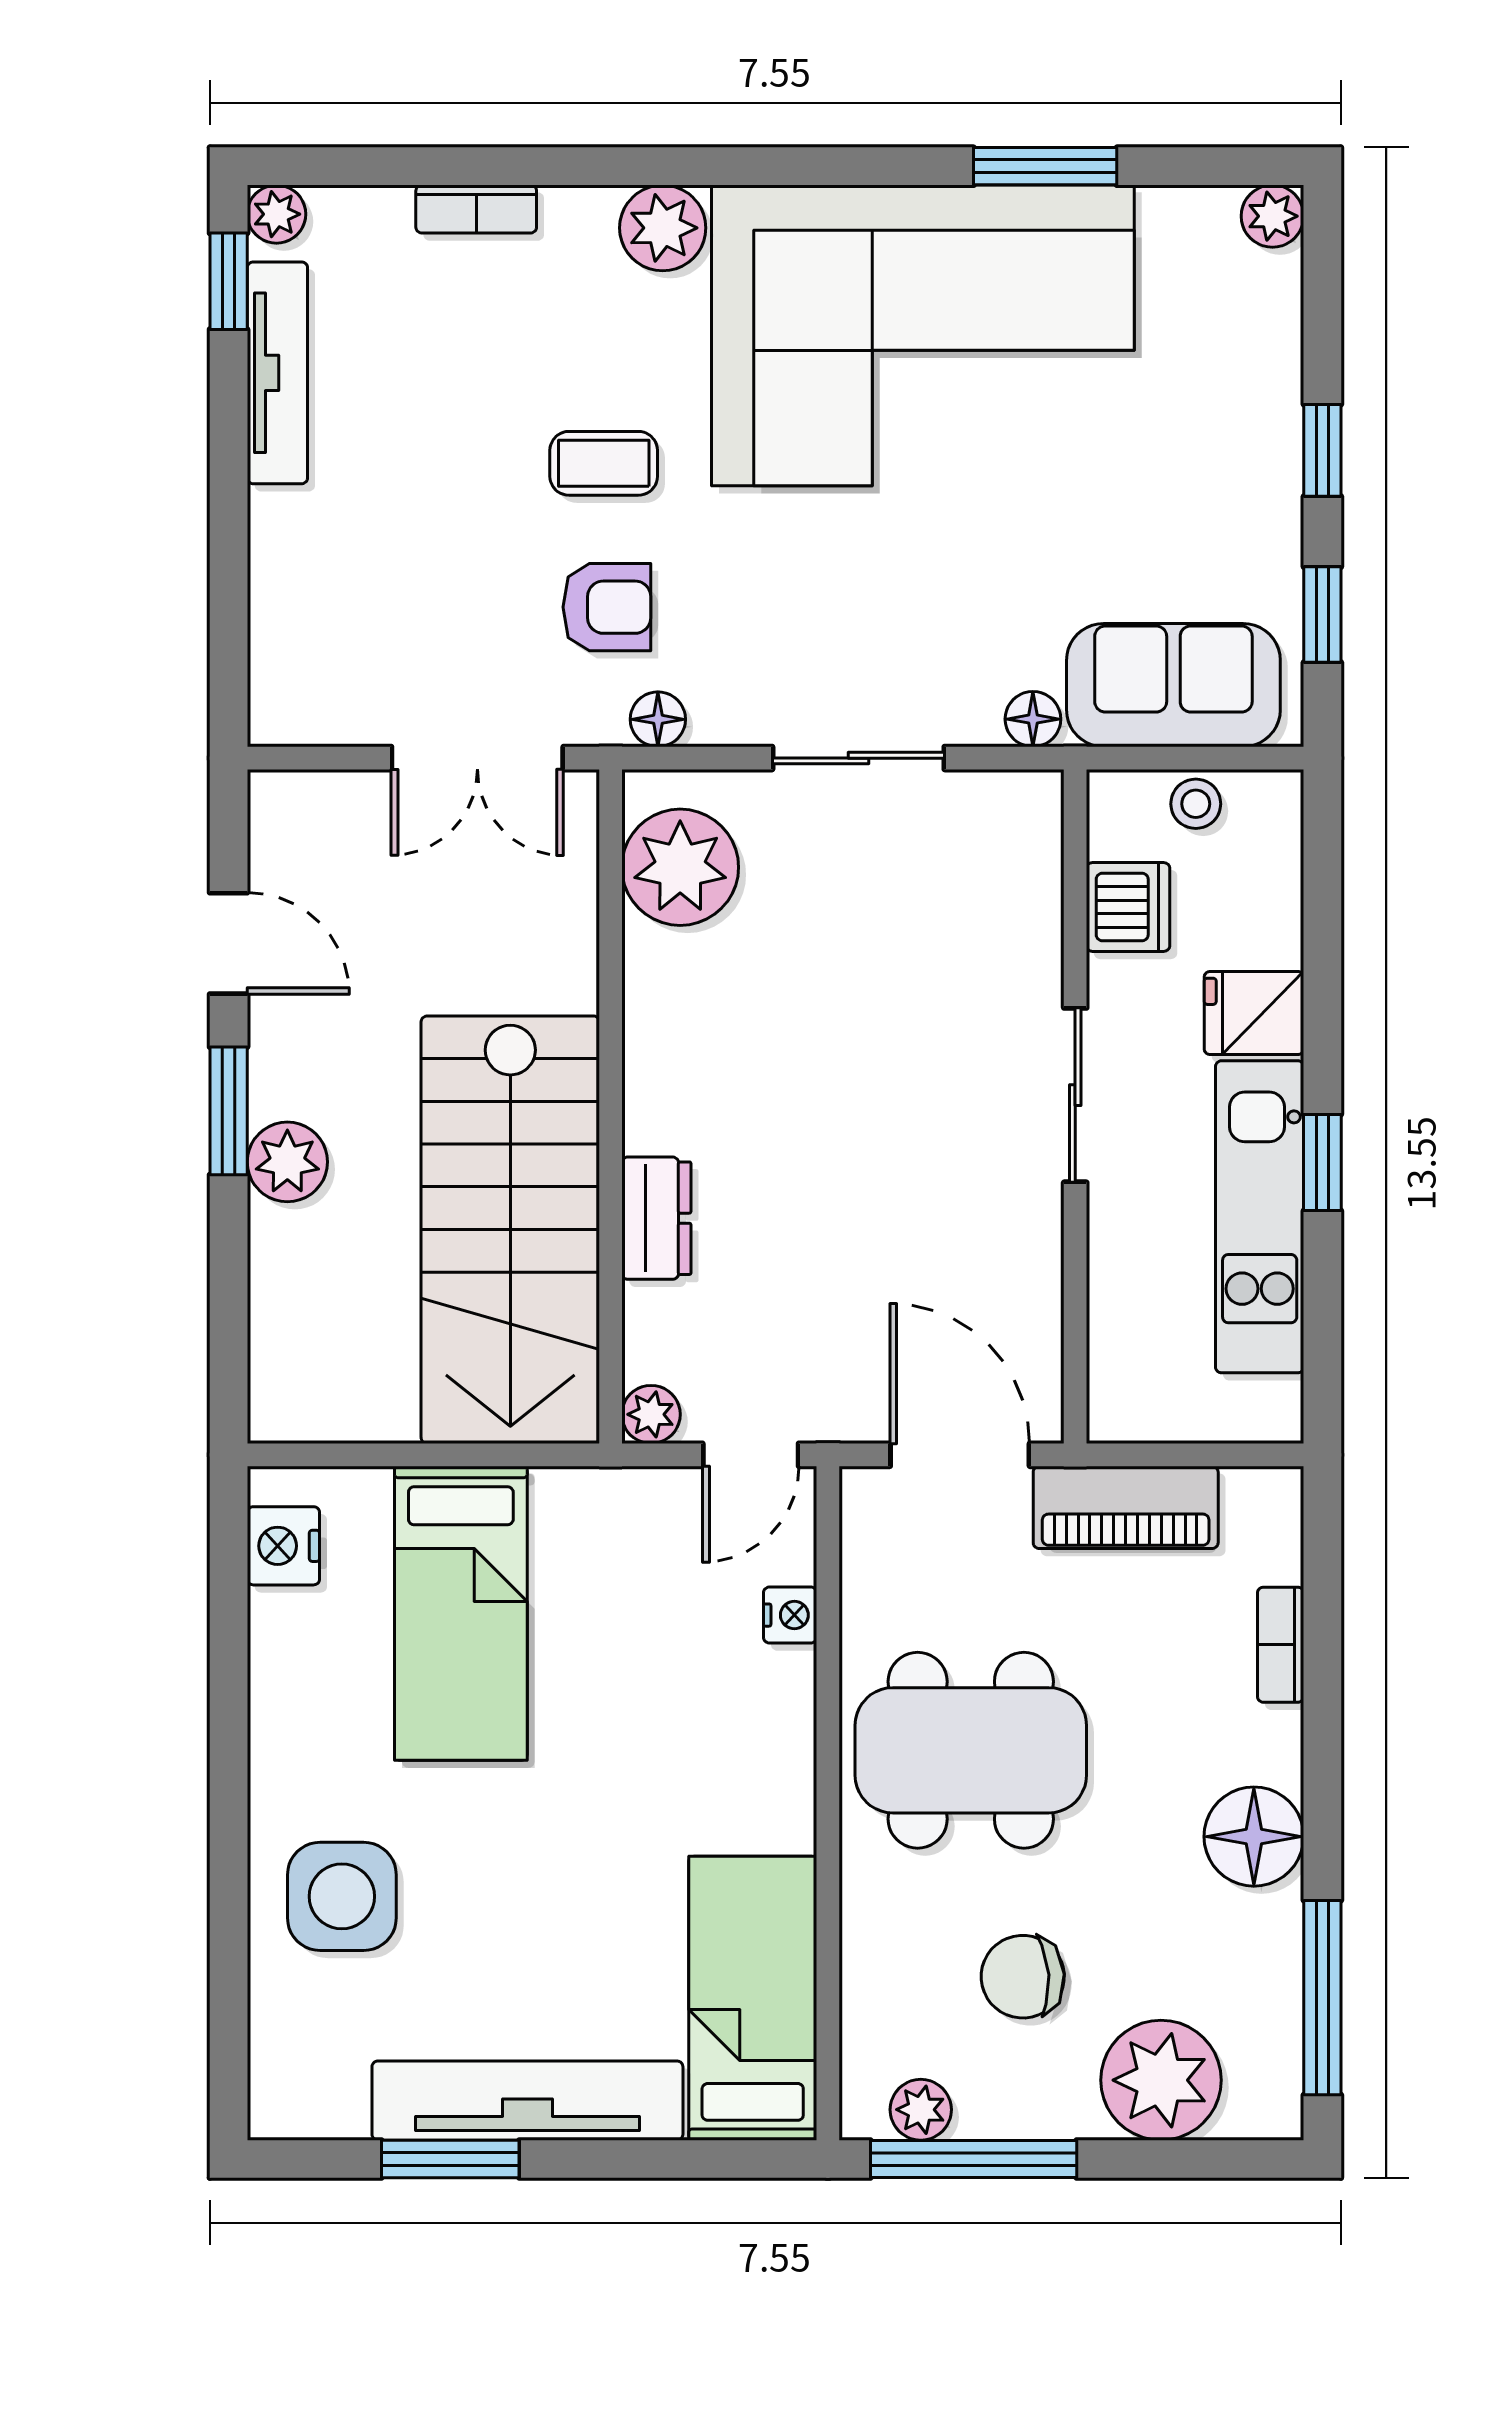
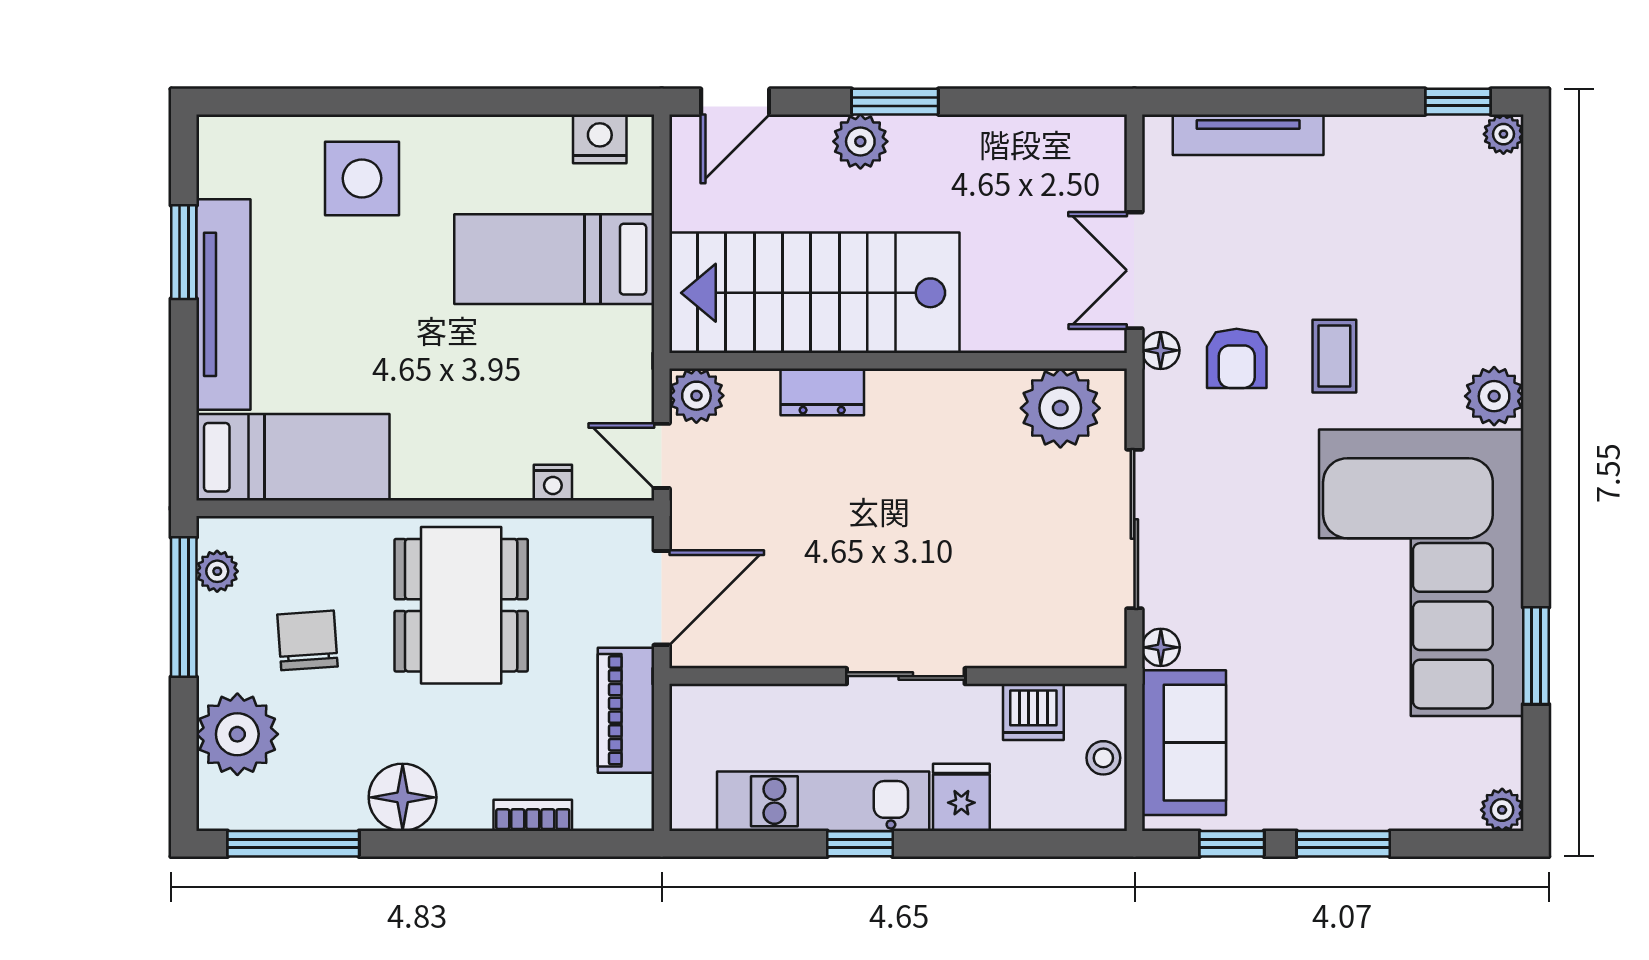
bookcase: (476, 209) -> (1507, 270), removed
tv unit: (277, 373) -> (1248, 135), moved
window: (1322, 450) -> (1343, 844), width x1.50
floor lamp: (658, 719) -> (1161, 350), moved
sliding door: (858, 758) -> (1134, 529), width x1.37
door: (229, 943) -> (735, 102), moved
plant: (651, 1414) -> (696, 396), width x1.38, depth x1.38

